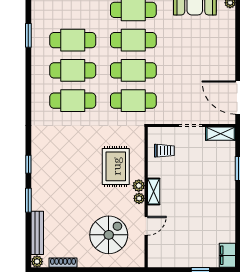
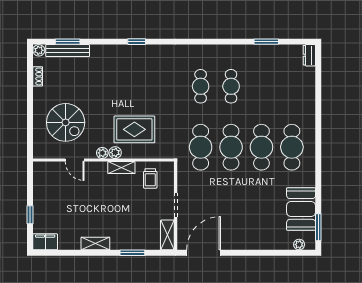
cafe table: (73, 40) -> (261, 86), removed
cafe table: (73, 70) -> (231, 86), width x0.73, depth x0.74
cafe table: (73, 101) -> (201, 86), width x0.73, depth x0.74
shelving: (154, 191) -> (121, 168), moved
window: (28, 200) -> (68, 42), moved
shelving: (229, 205) -> (95, 244), added
shoe rack: (63, 263) -> (38, 76), width x0.70

